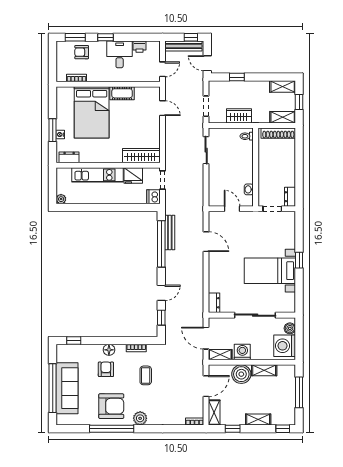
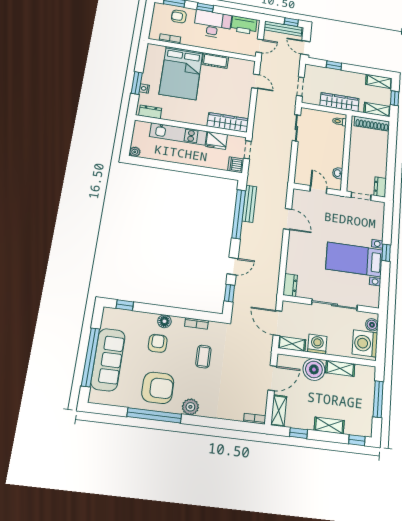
printer: (139, 47) -> (244, 25), width x1.87, depth x1.48
desk: (120, 54) -> (213, 24), width x1.37
wardrobe: (239, 116) -> (339, 102), width x1.50

